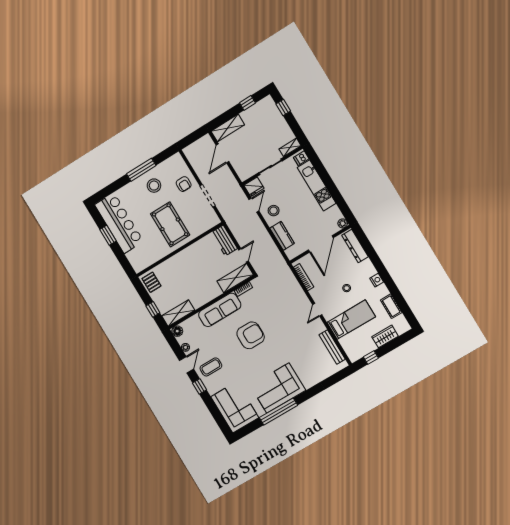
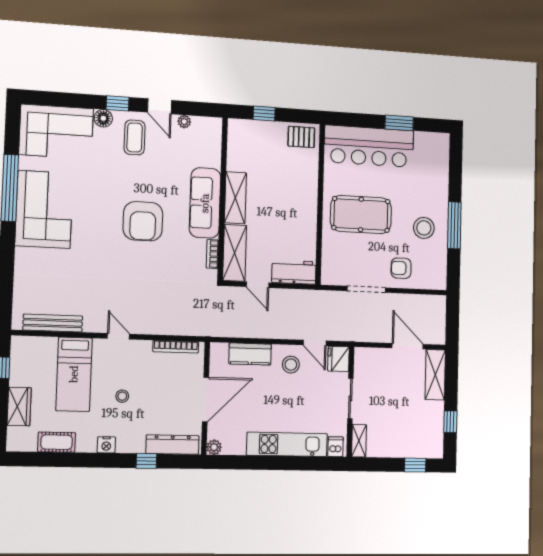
bar counter: (119, 223) -> (369, 146), moved
door: (321, 244) -> (205, 400), swing flipped
window: (372, 254) -> (146, 461), added
shelving: (178, 313) -> (235, 198), moved
floor lamp: (177, 331) -> (103, 118), moved

